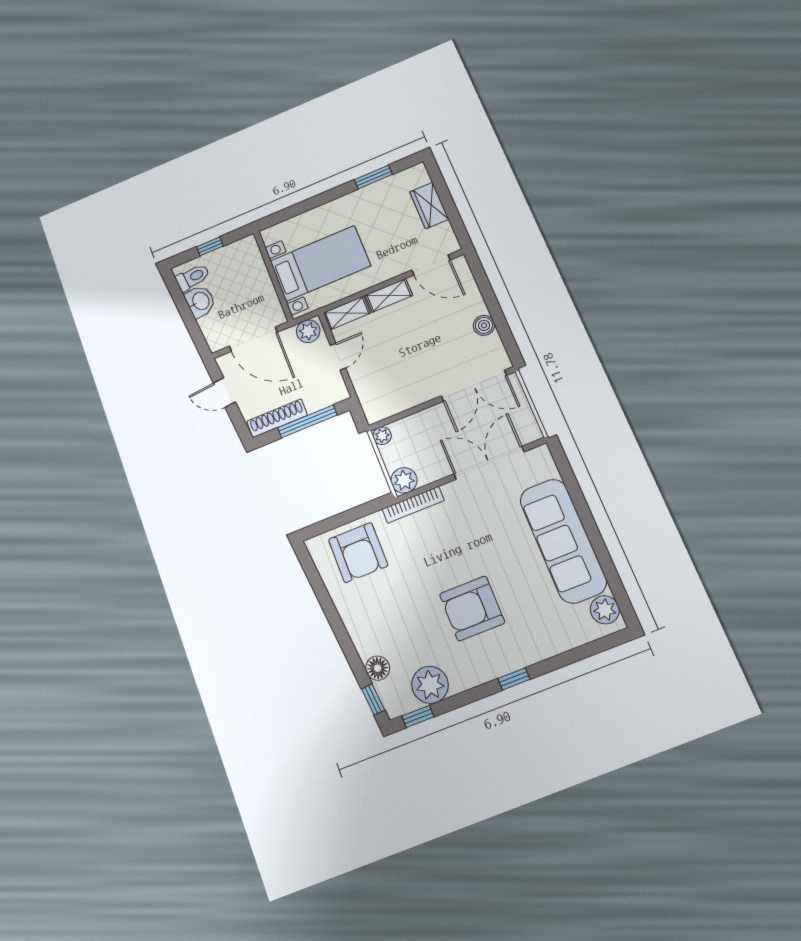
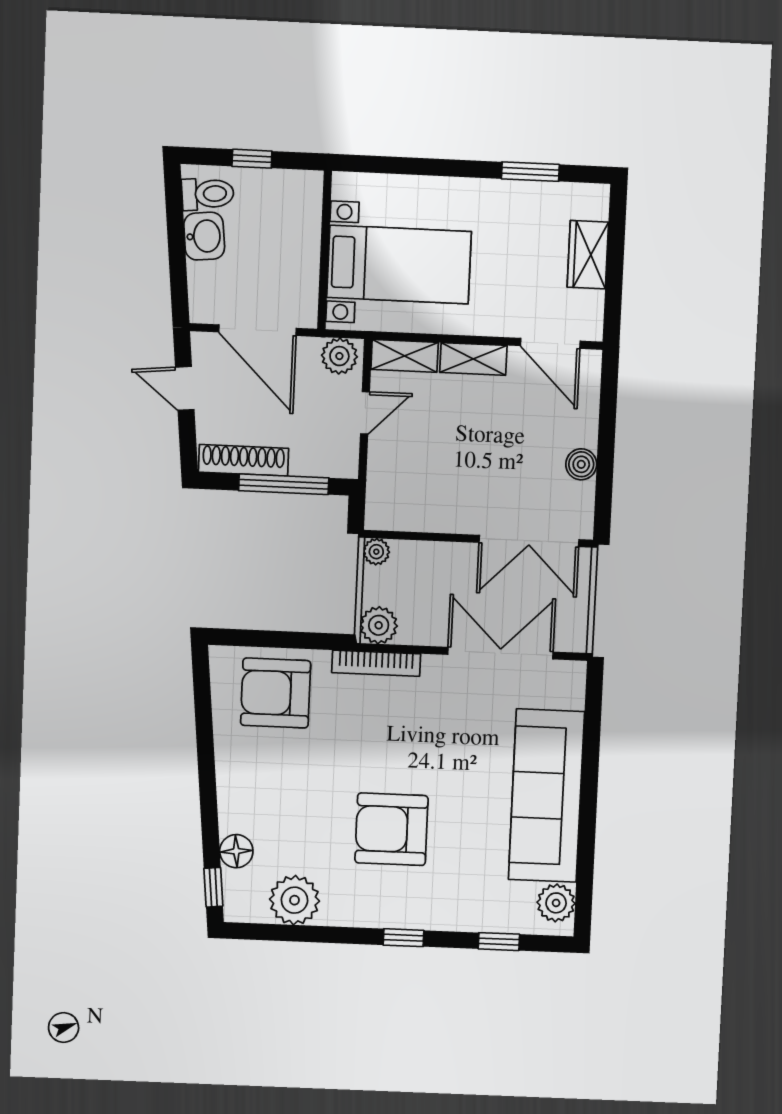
armchair: (358, 553) -> (276, 693), turned 90
window: (418, 716) -> (499, 942), moved

